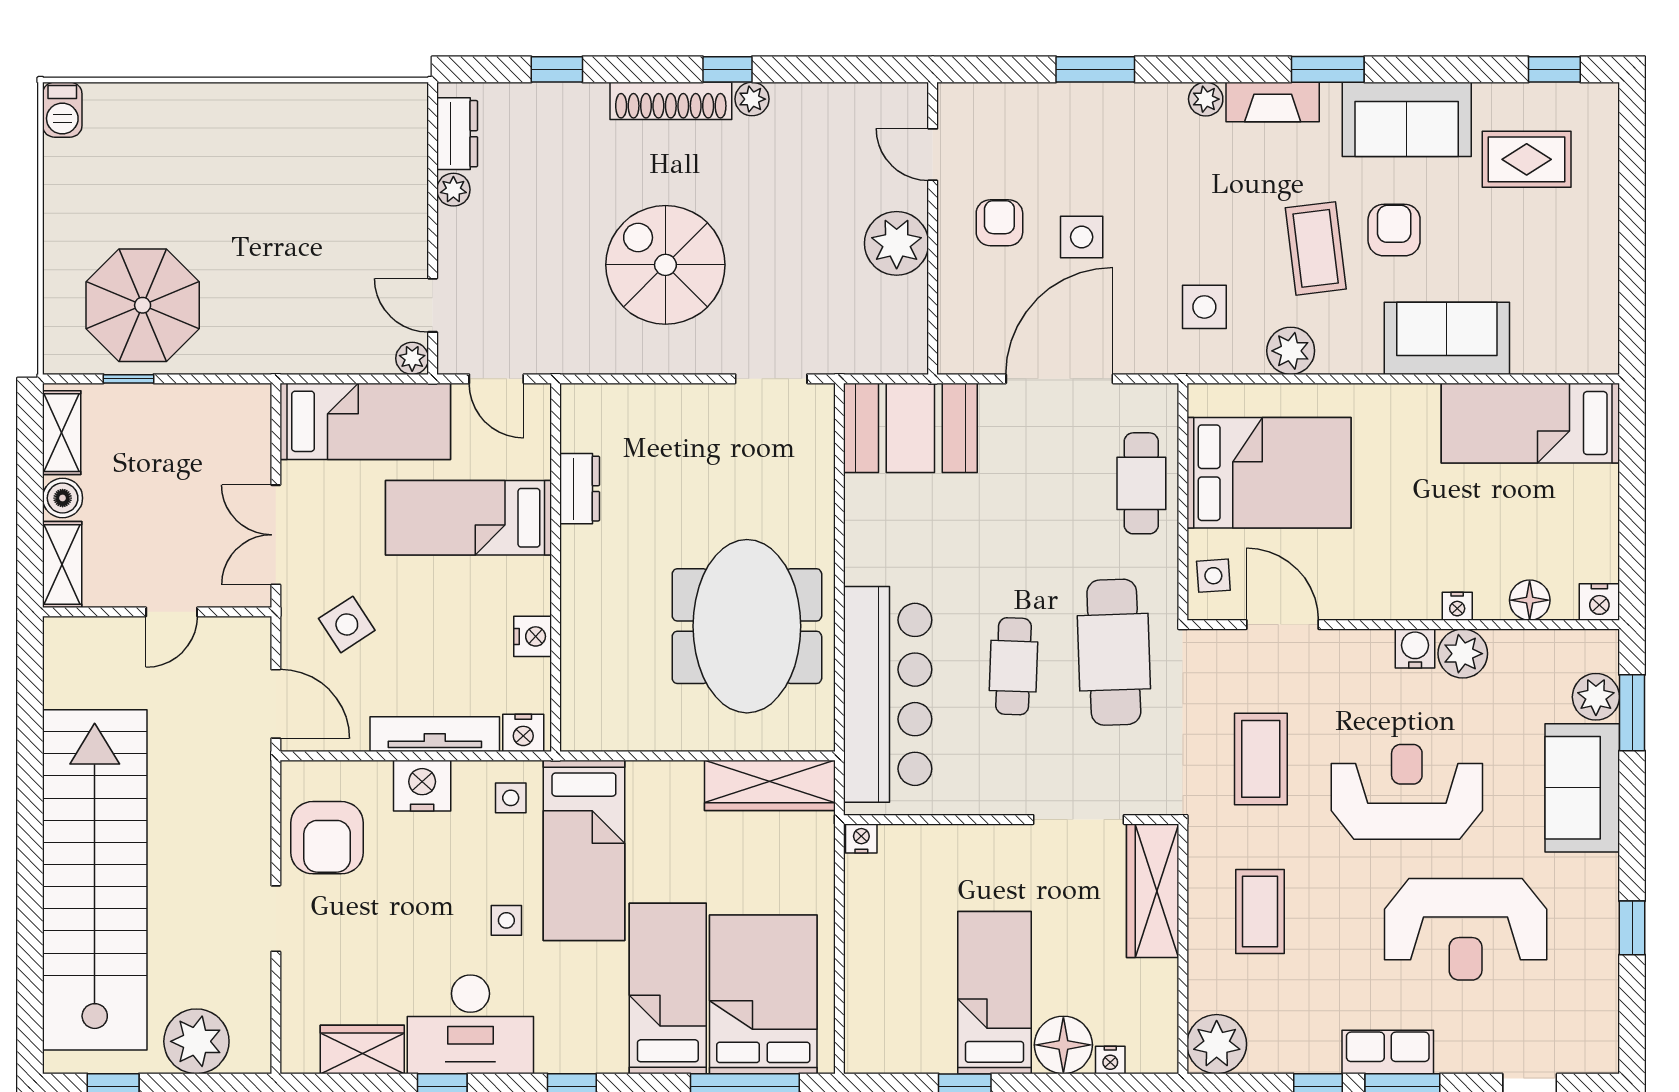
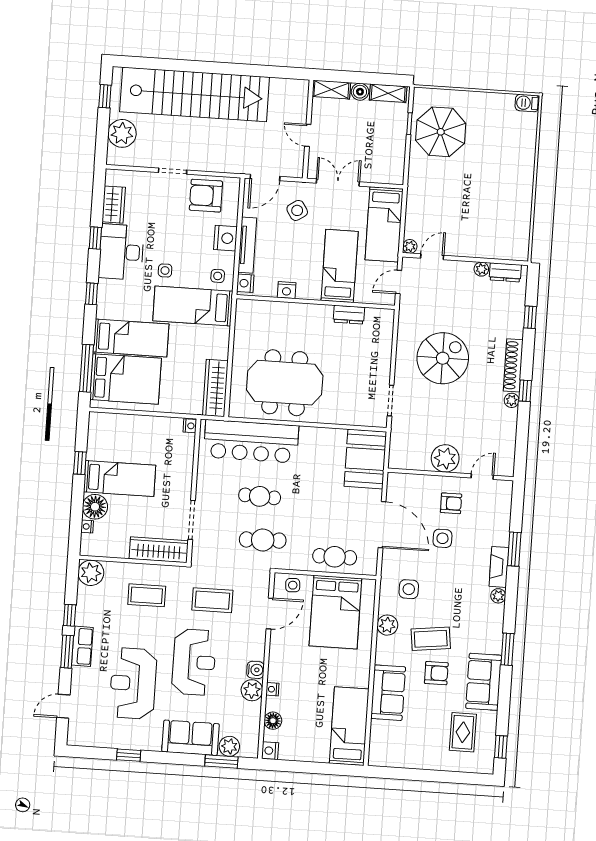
fireplace: (1273, 102) -> (499, 567), moved
cafe table: (1114, 652) -> (263, 540), width x0.73, depth x0.74

